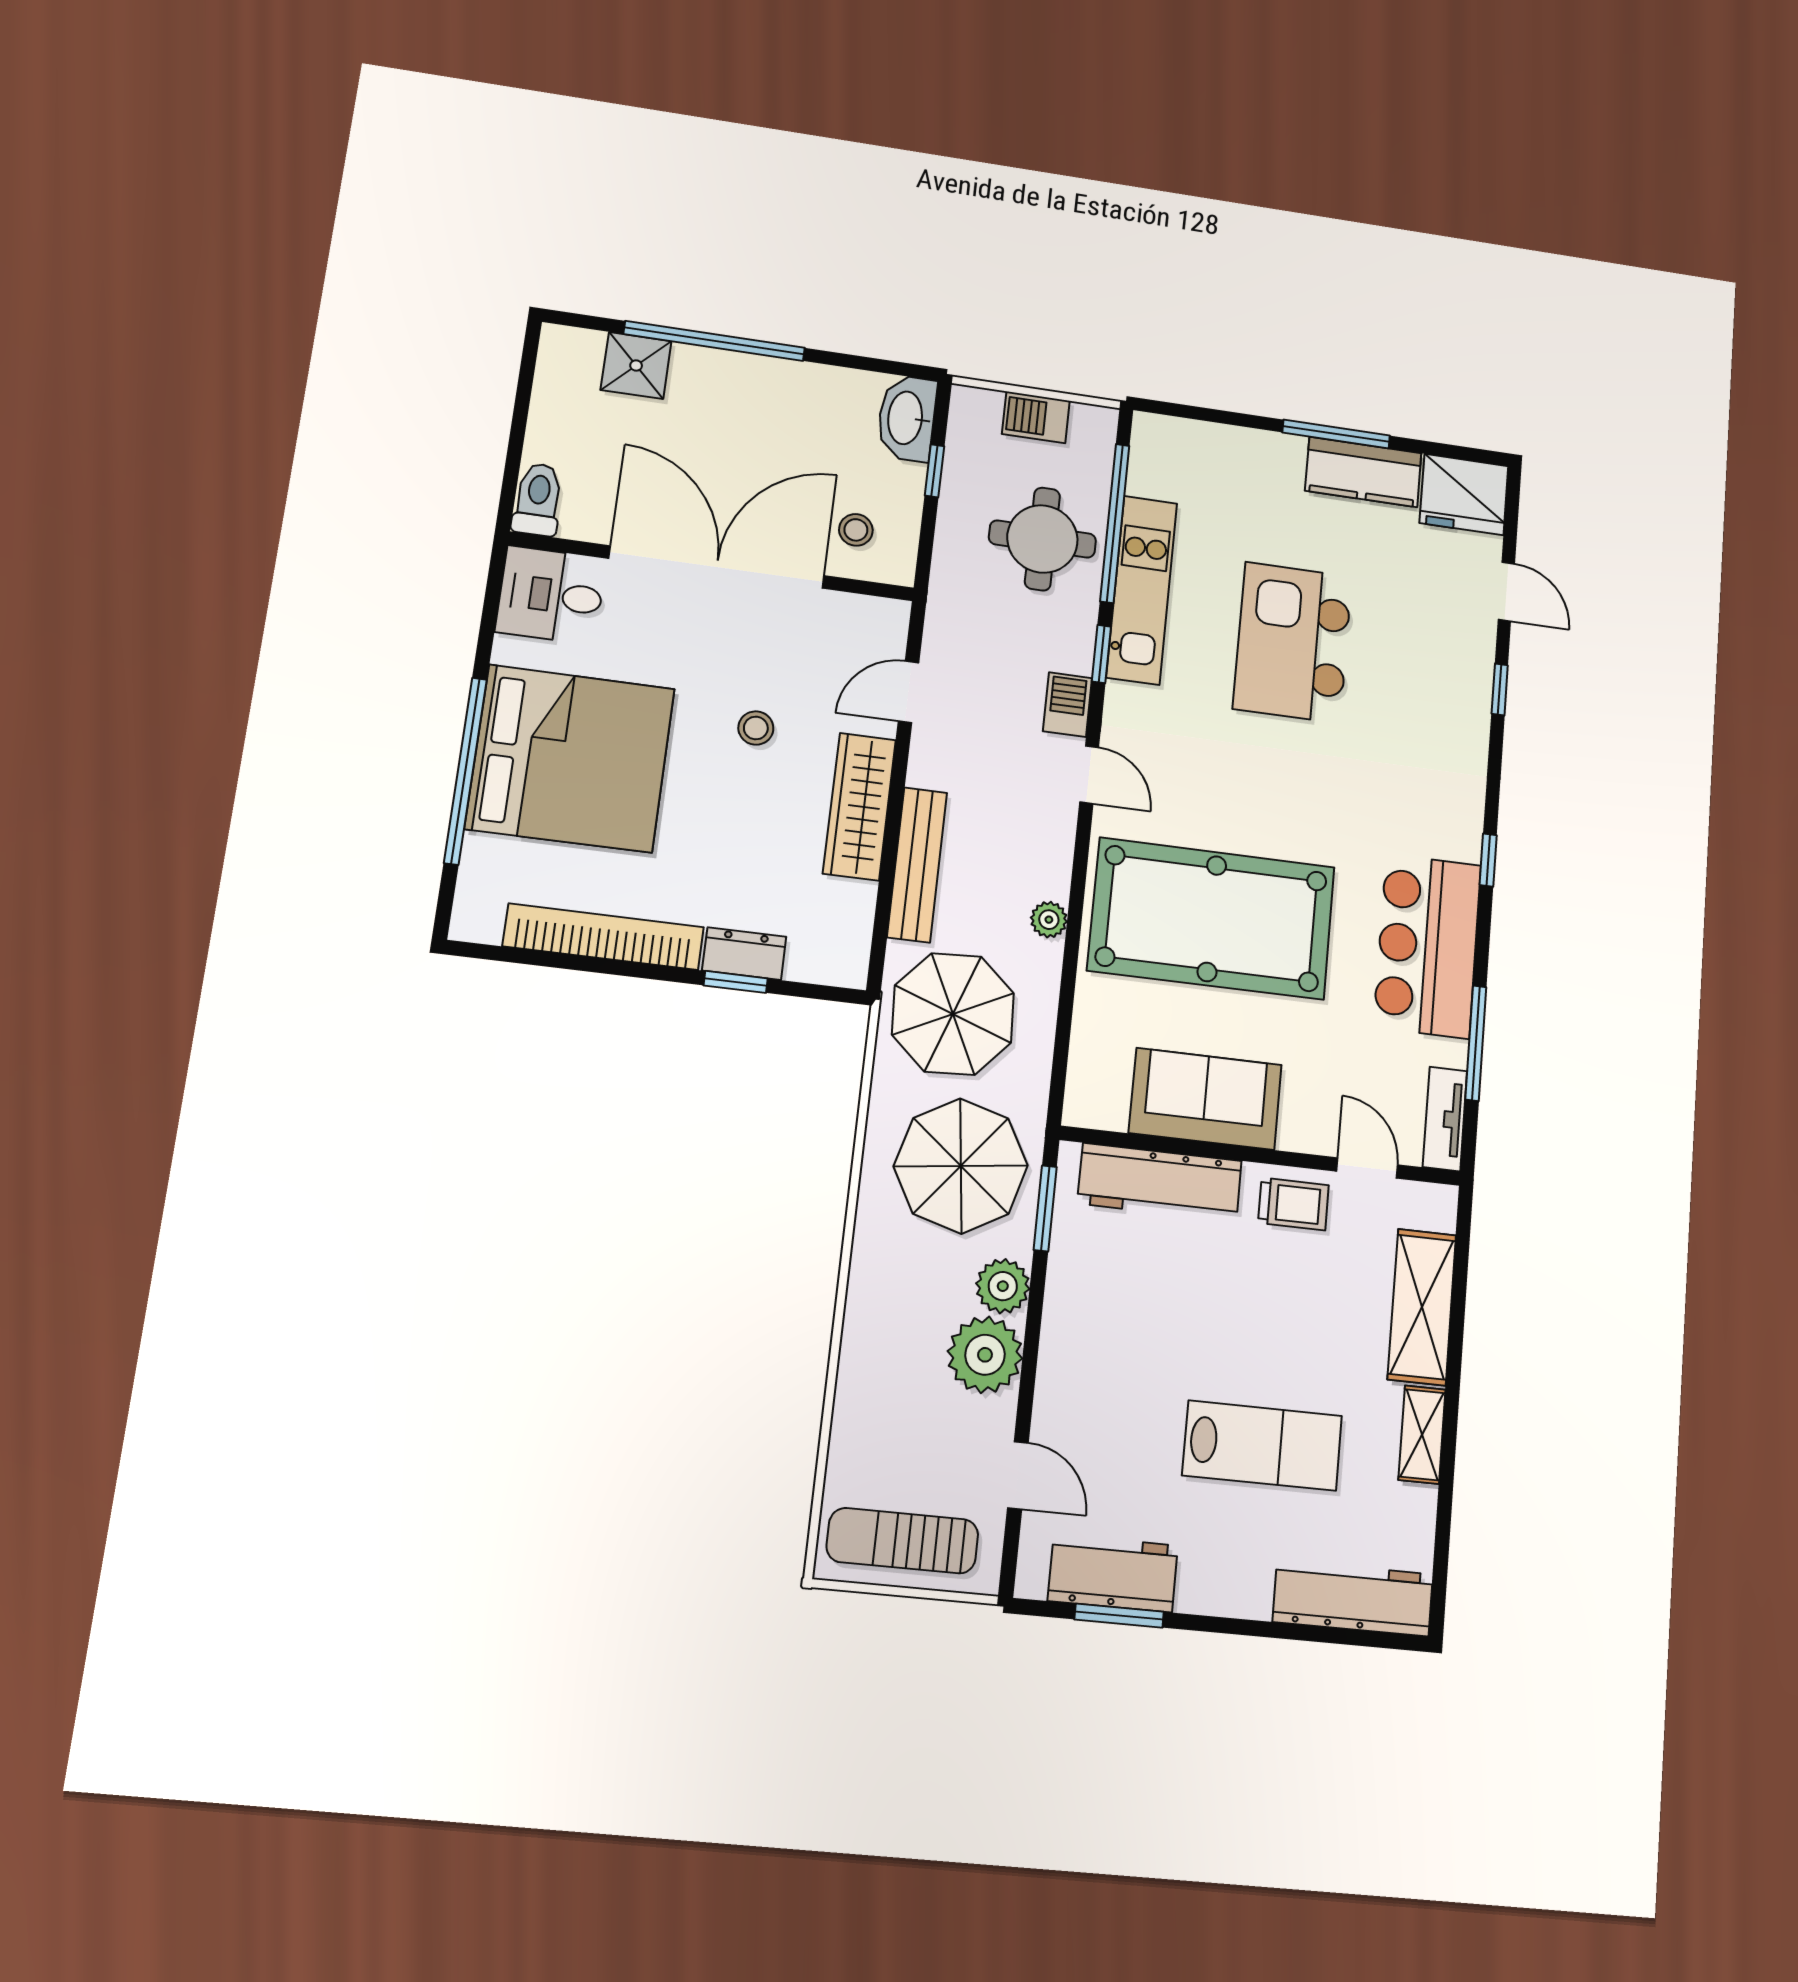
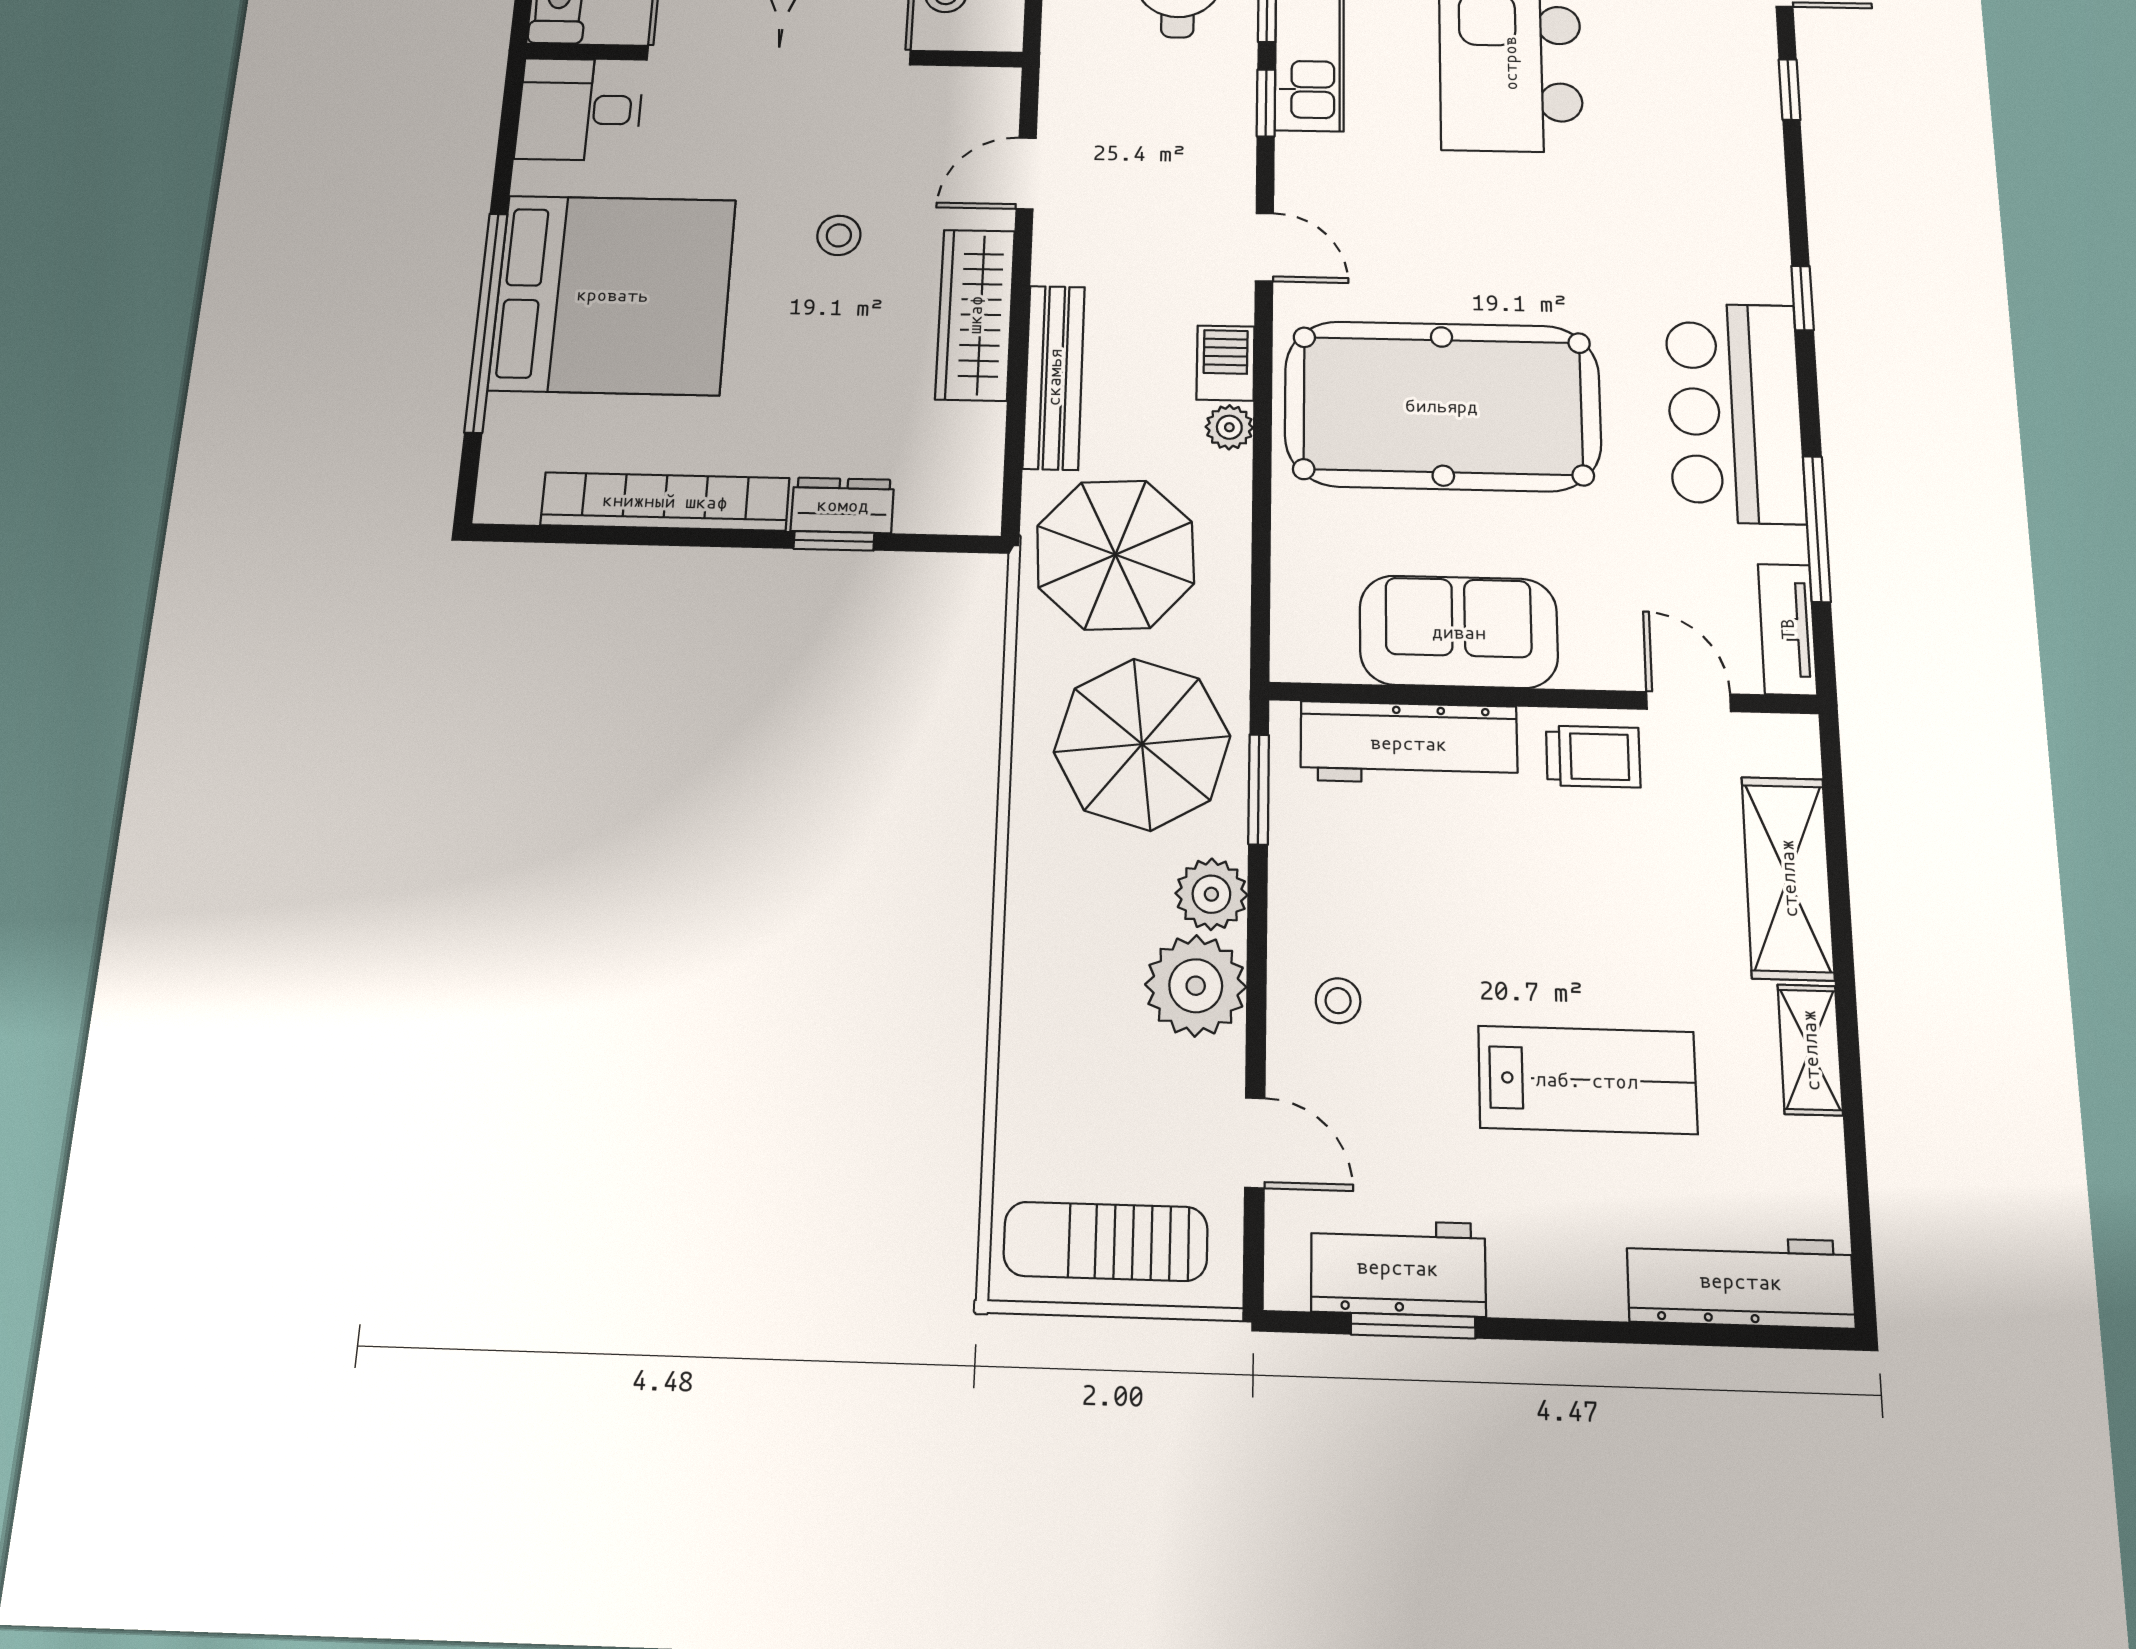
barbecue: (1068, 705) -> (1225, 363), moved
stool: (1089, 1374) -> (1338, 1001), added

